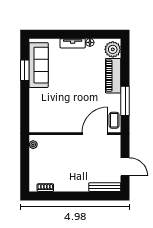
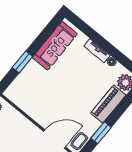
window: (25, 70) -> (22, 62), moved
window: (125, 101) -> (101, 133), width x0.69

